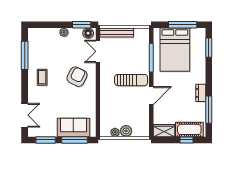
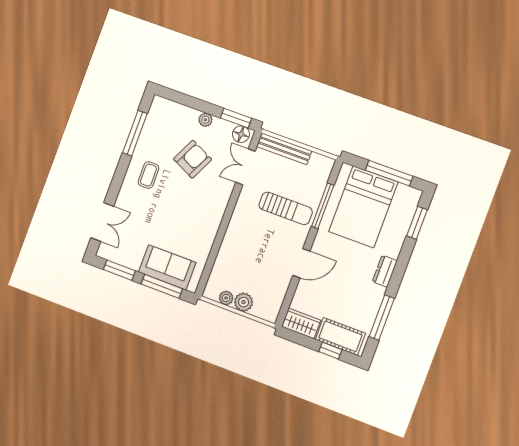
armchair: (77, 77) -> (193, 159), moved
sun lounger: (131, 80) -> (286, 208), moved
dresser: (201, 93) -> (385, 271), moved

